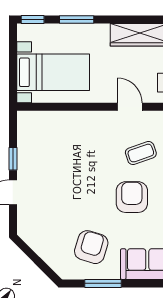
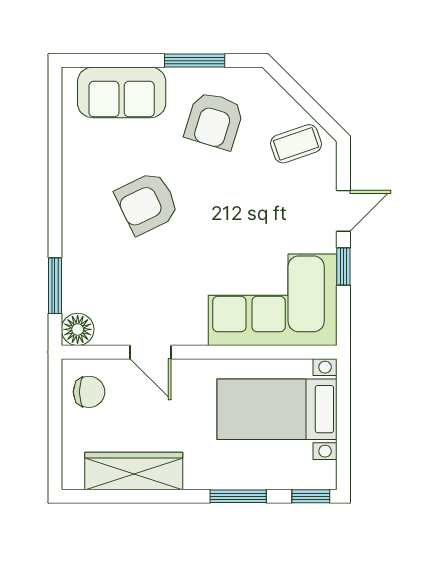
corner sofa: (56, 138) -> (273, 300), added
coffee table: (141, 153) -> (296, 144), moved
armchair: (132, 197) -> (147, 203), turned 64

